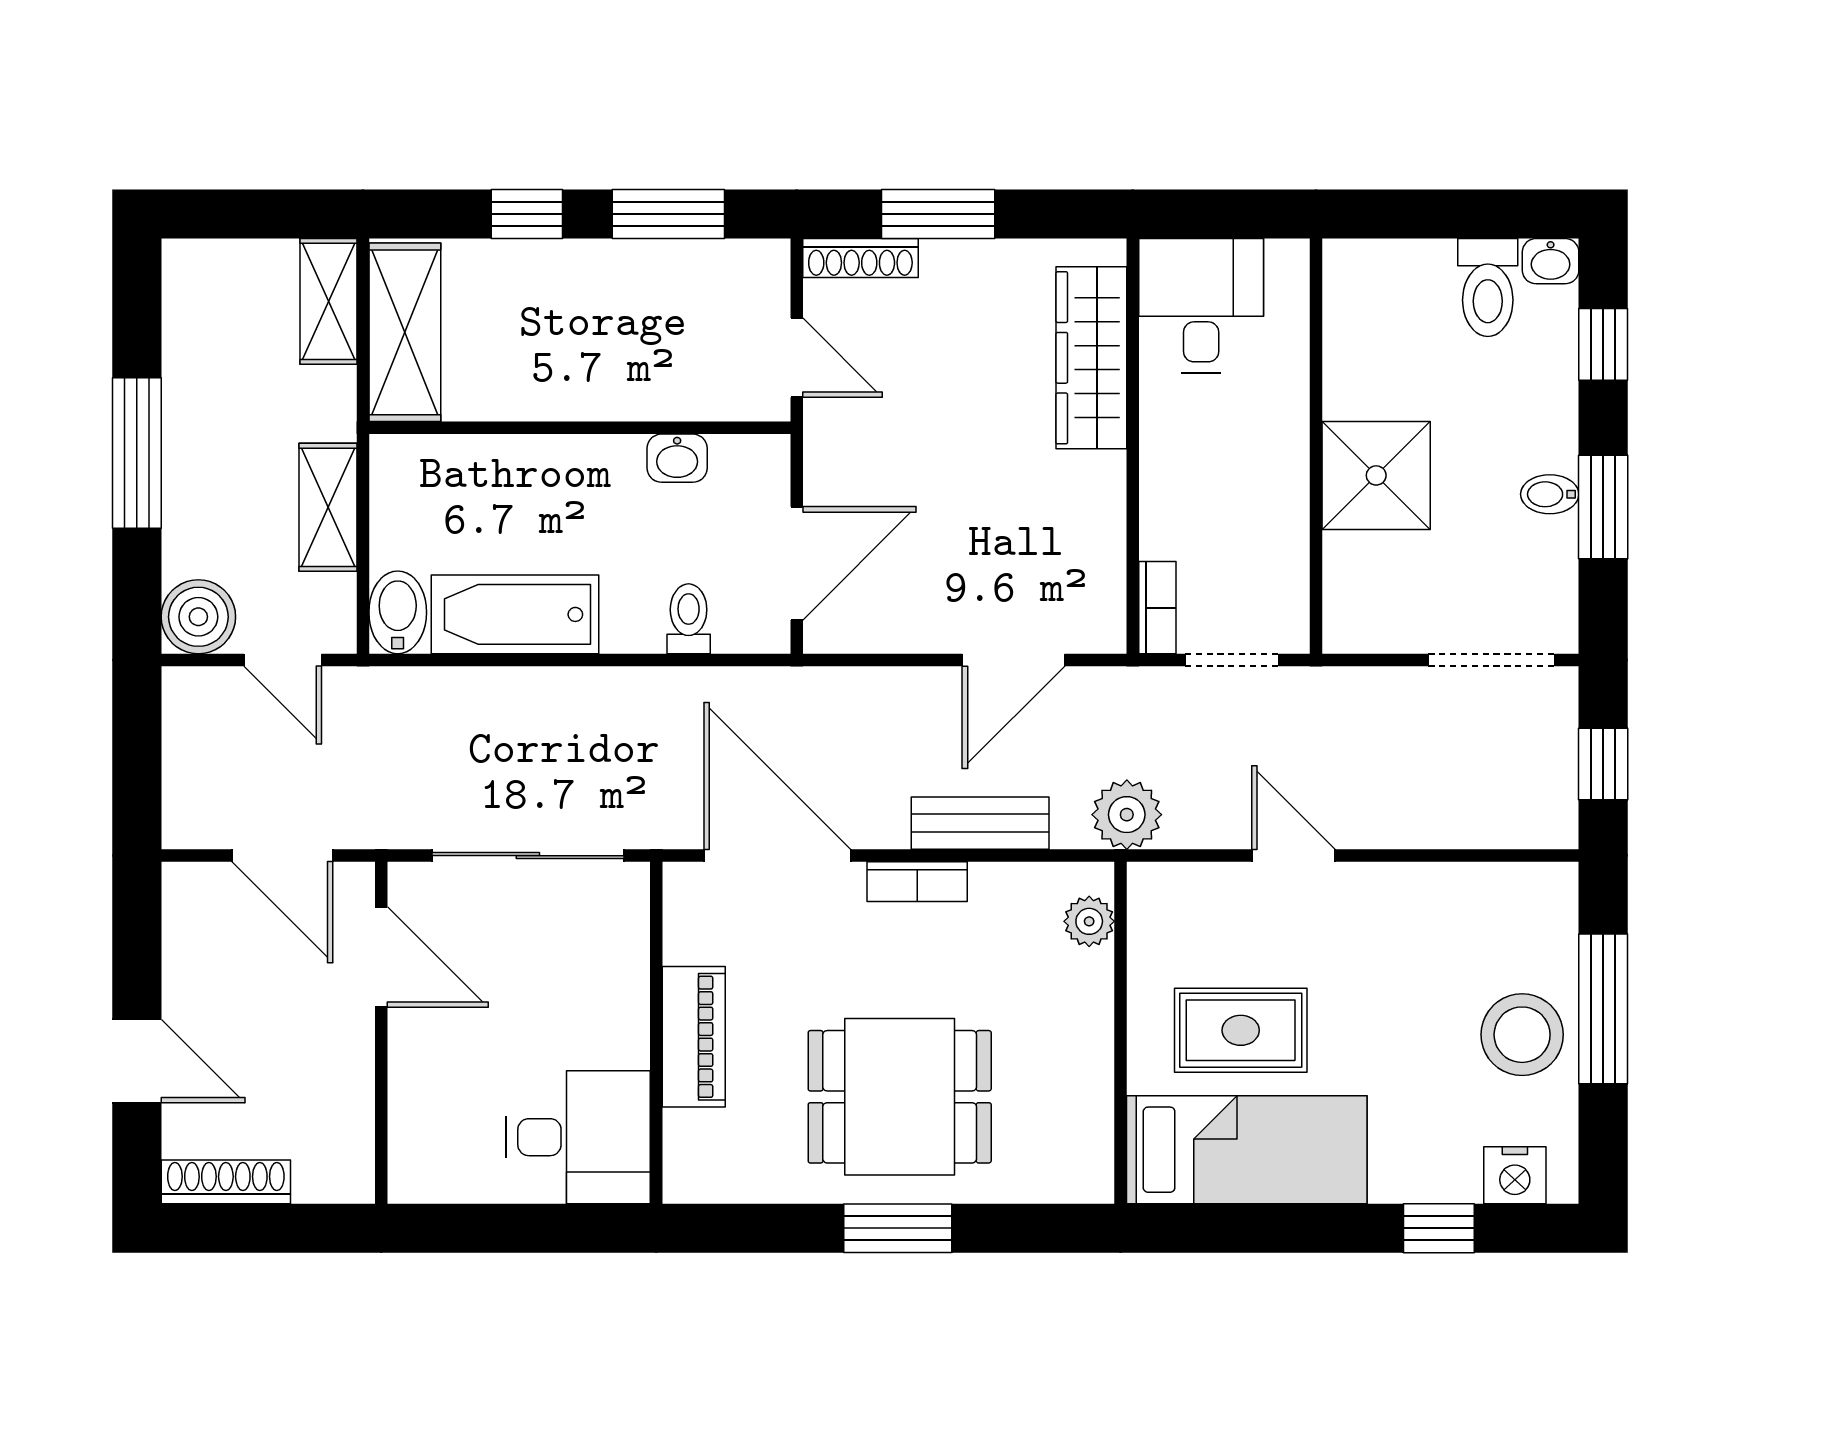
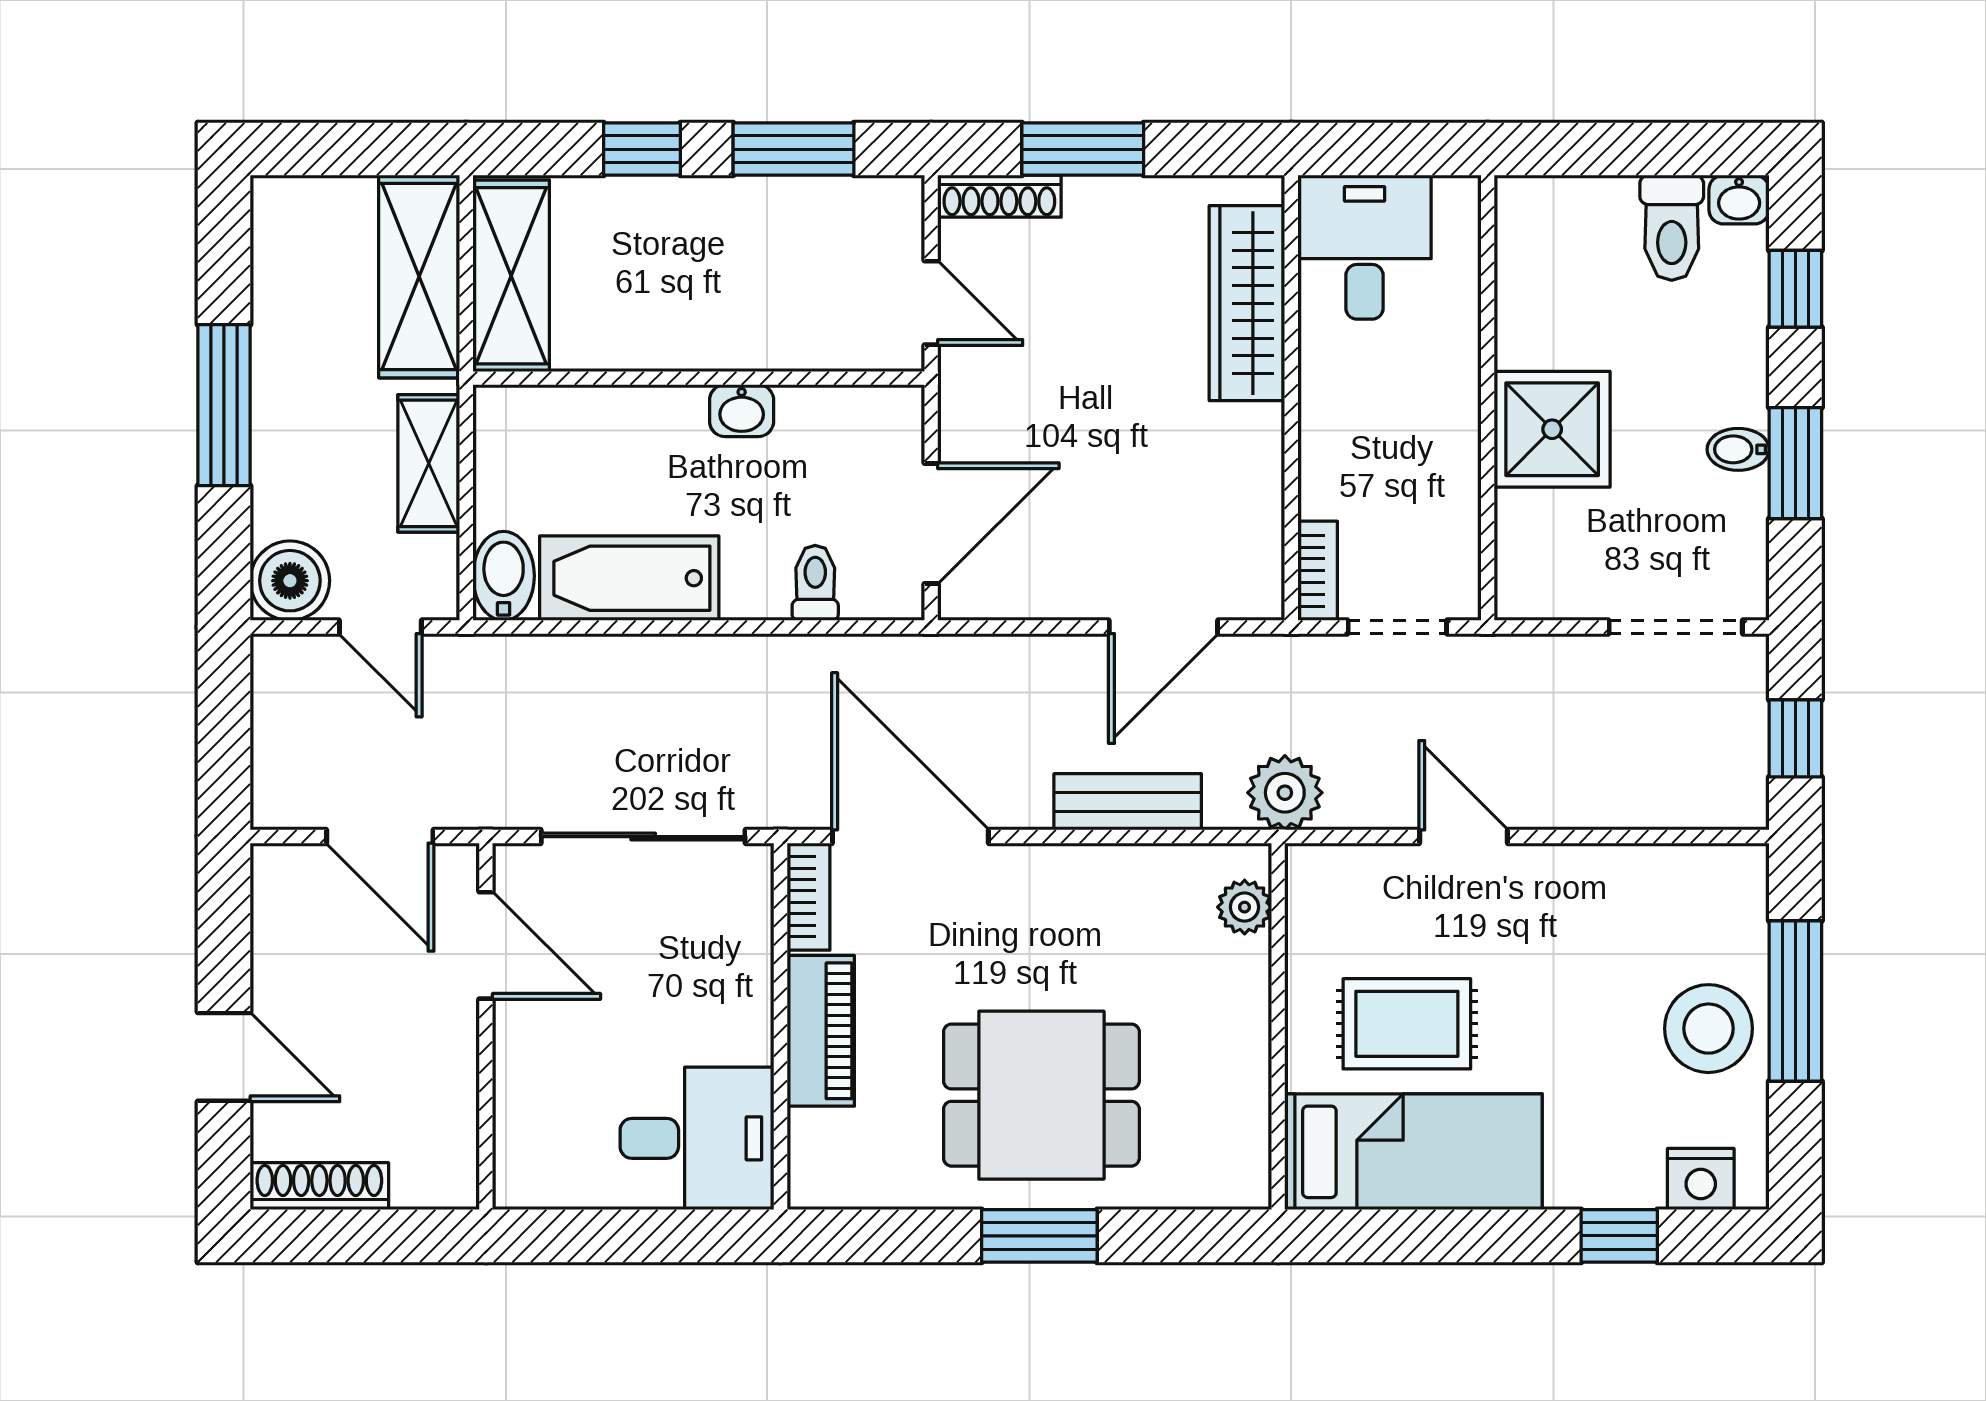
shelving: (328, 301) -> (419, 277), width x1.50, depth x1.33
washbasin: (677, 458) -> (742, 411), moved
bookcase: (917, 882) -> (808, 897), moved, turned -90

